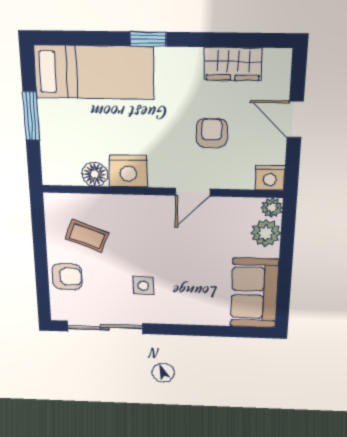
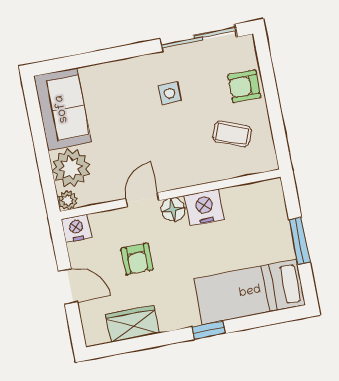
floor lamp: (95, 174) -> (173, 210), moved
plant: (266, 233) -> (71, 168), width x1.36, depth x1.36

